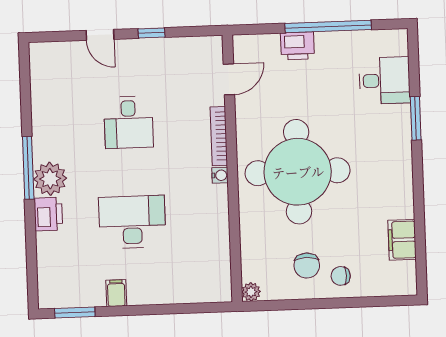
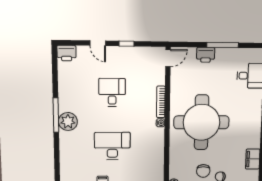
window: (328, 26) -> (223, 45), width x0.68
door: (229, 79) -> (168, 58), moved
desk: (129, 122) -> (112, 92), turned 180
printer: (48, 214) -> (67, 53), moved, turned 90

